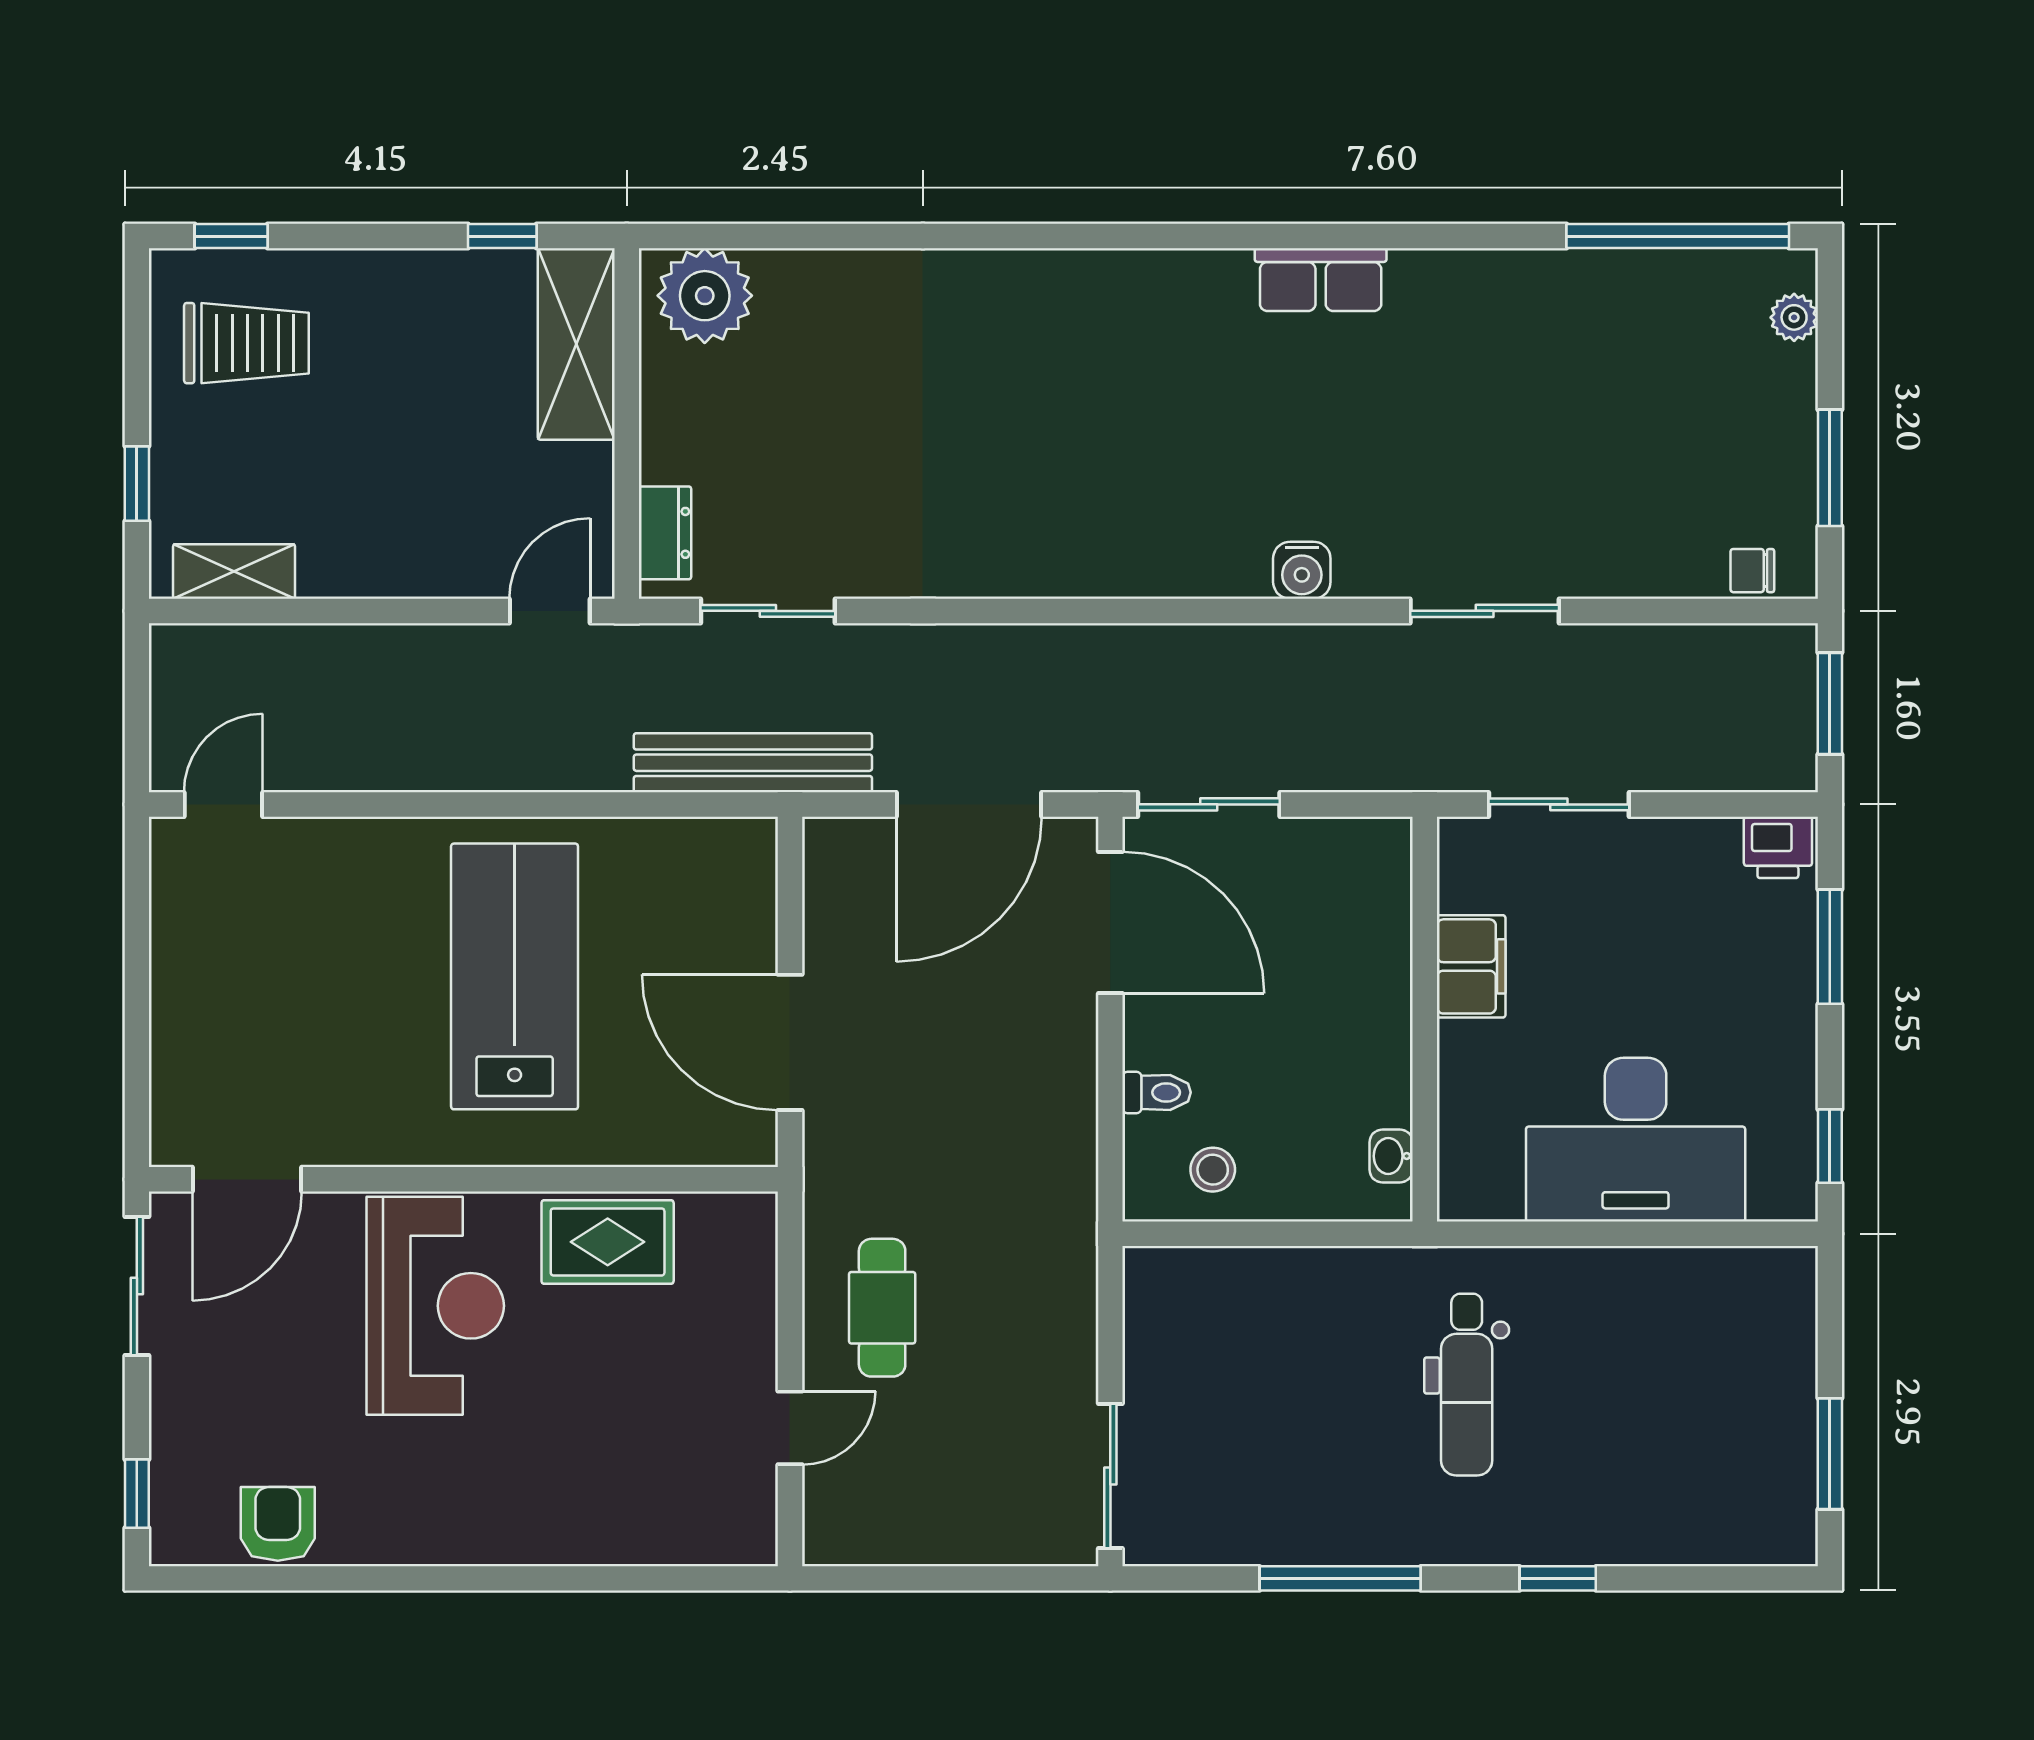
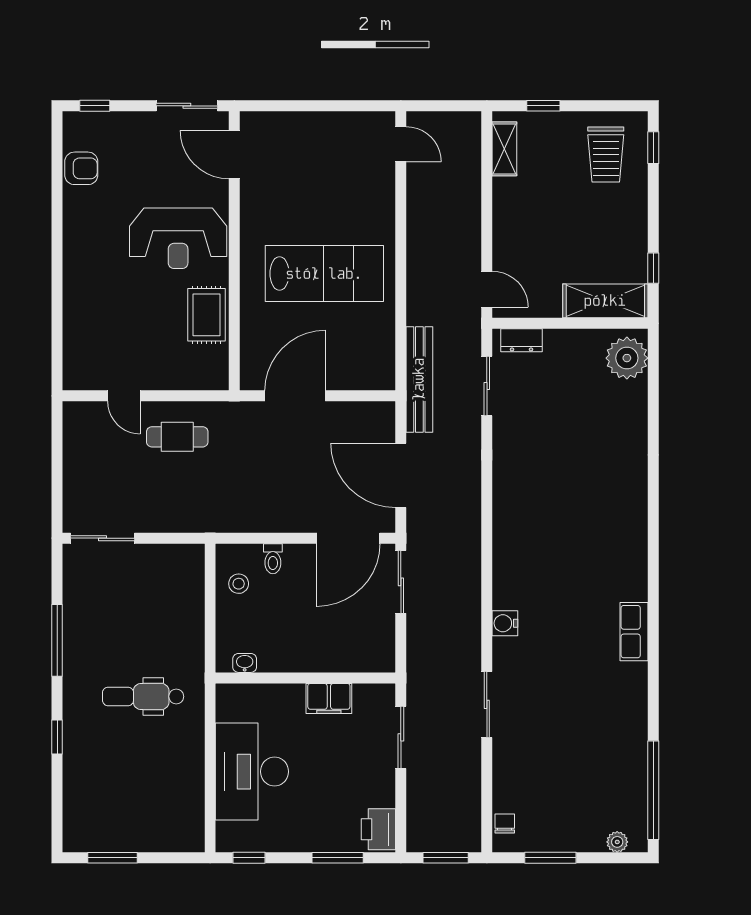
printer: (1778, 847) -> (378, 829), width x1.36, depth x1.24

